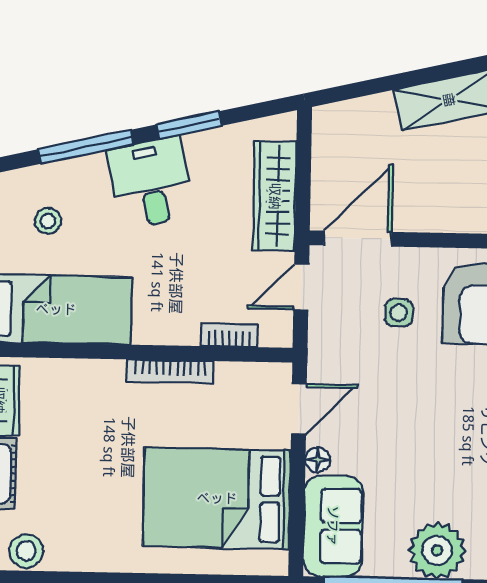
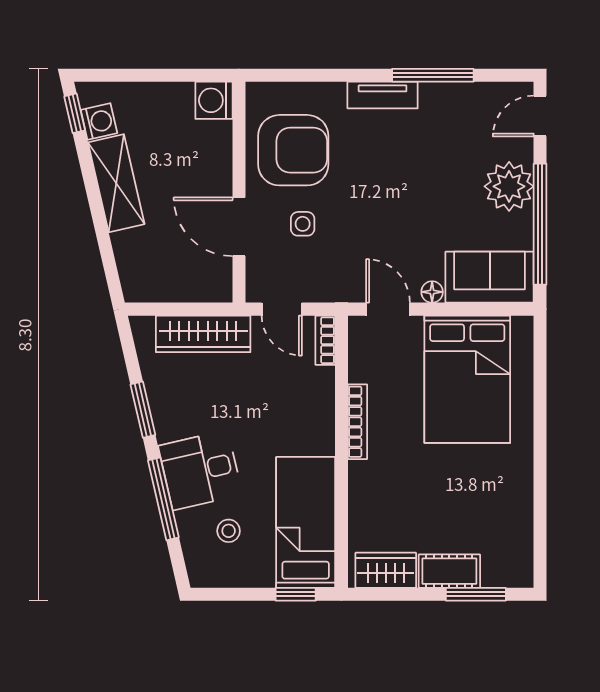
desk: (151, 183) -> (200, 470), moved
door: (358, 239) -> (239, 227), moved
bookcase: (229, 335) -> (325, 340), moved
stool: (26, 551) -> (516, 544), removed

